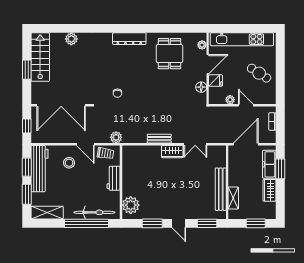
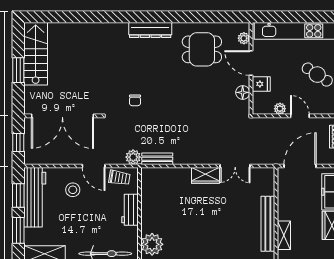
plant: (71, 39) -> (76, 30), removed
dining table: (169, 54) -> (202, 49), turned 90
door: (208, 64) -> (251, 63), swing flipped
bench: (159, 139) -> (157, 159), moved

